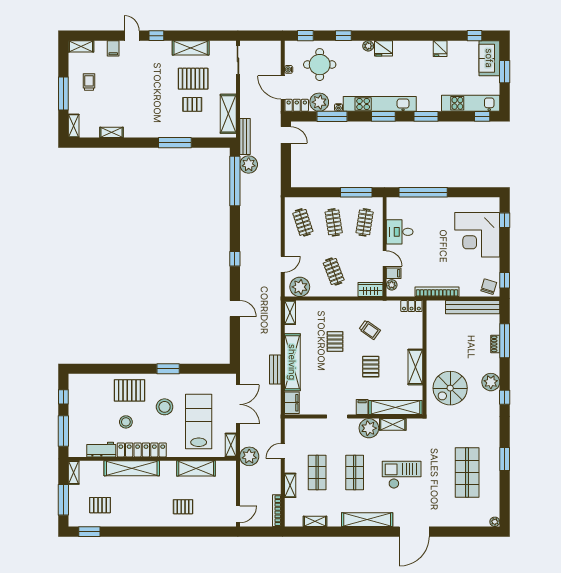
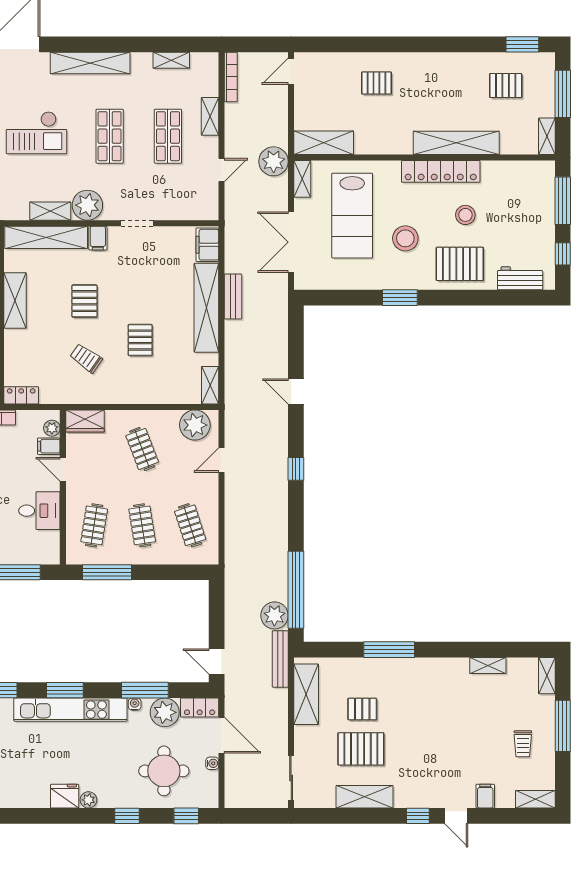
workbench: (101, 450) -> (520, 278), moved, turned 180
shelving: (196, 468) -> (324, 143), moved

